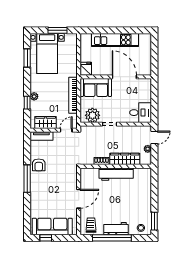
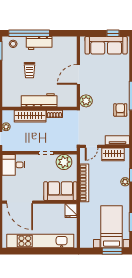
window: (57, 30) -> (112, 251), moved
kitchen unit: (115, 40) -> (40, 241), width x1.36
door: (124, 77) -> (20, 202), moved
plant: (71, 173) -> (86, 101), added
trolley: (91, 225) -> (30, 70), moved
window: (112, 238) -> (29, 33), moved

